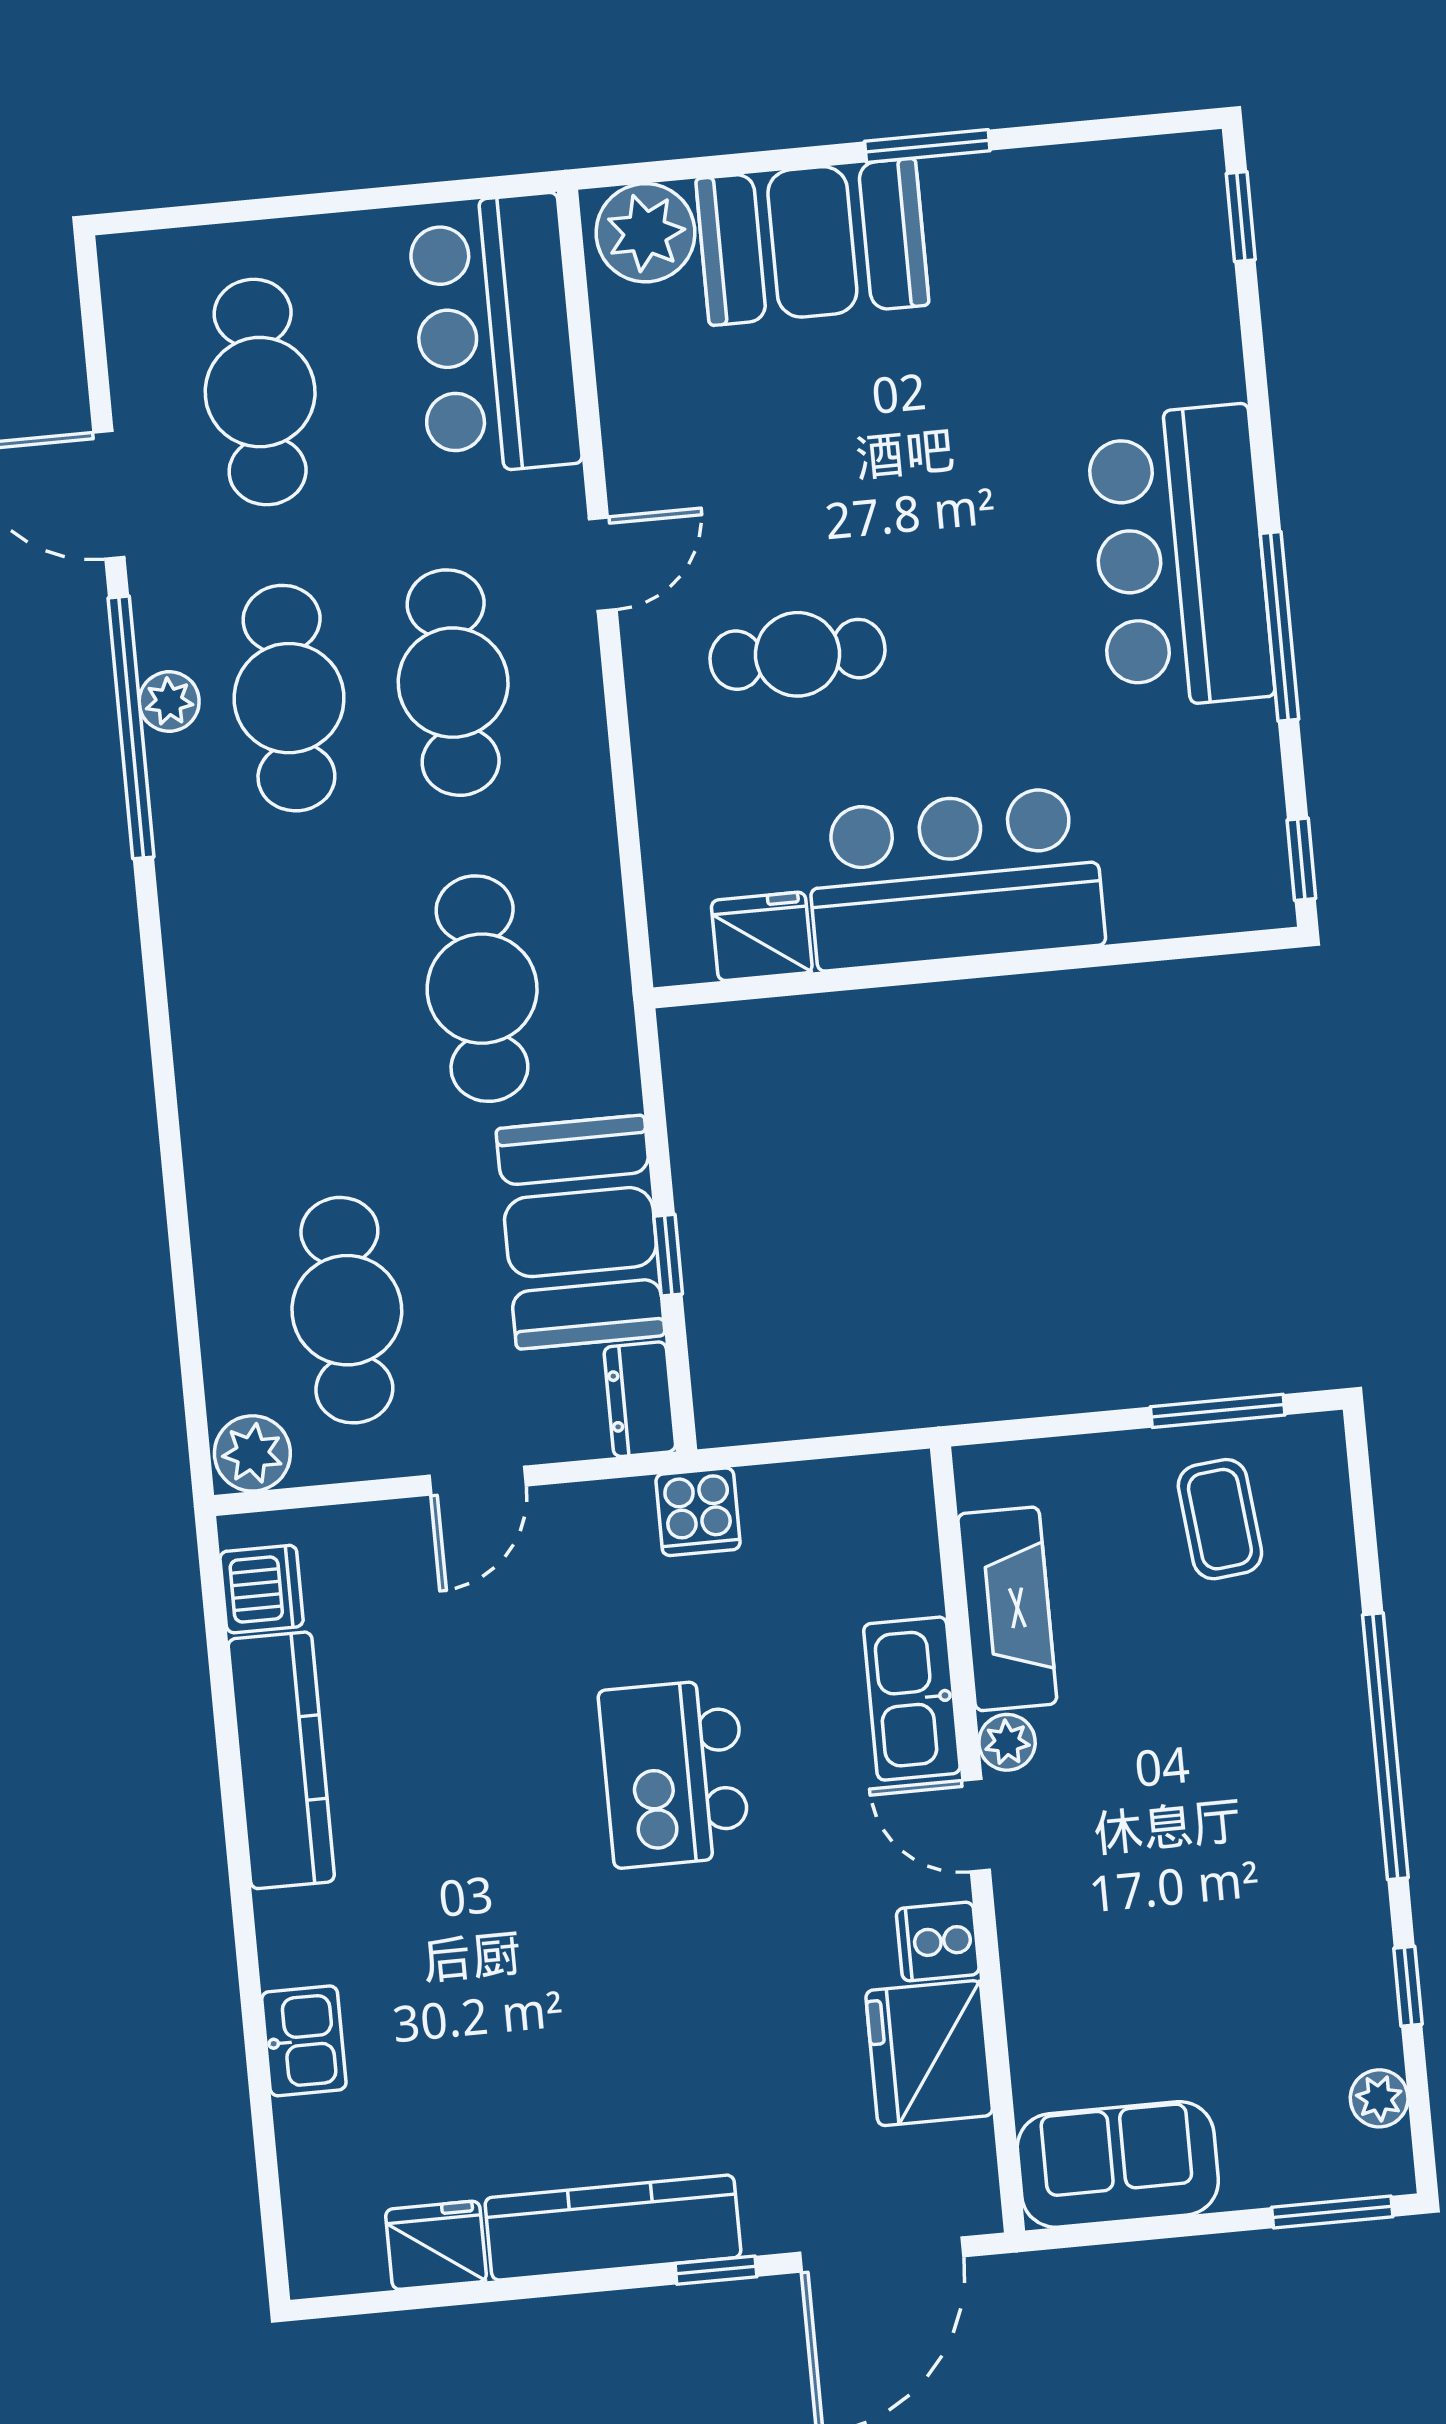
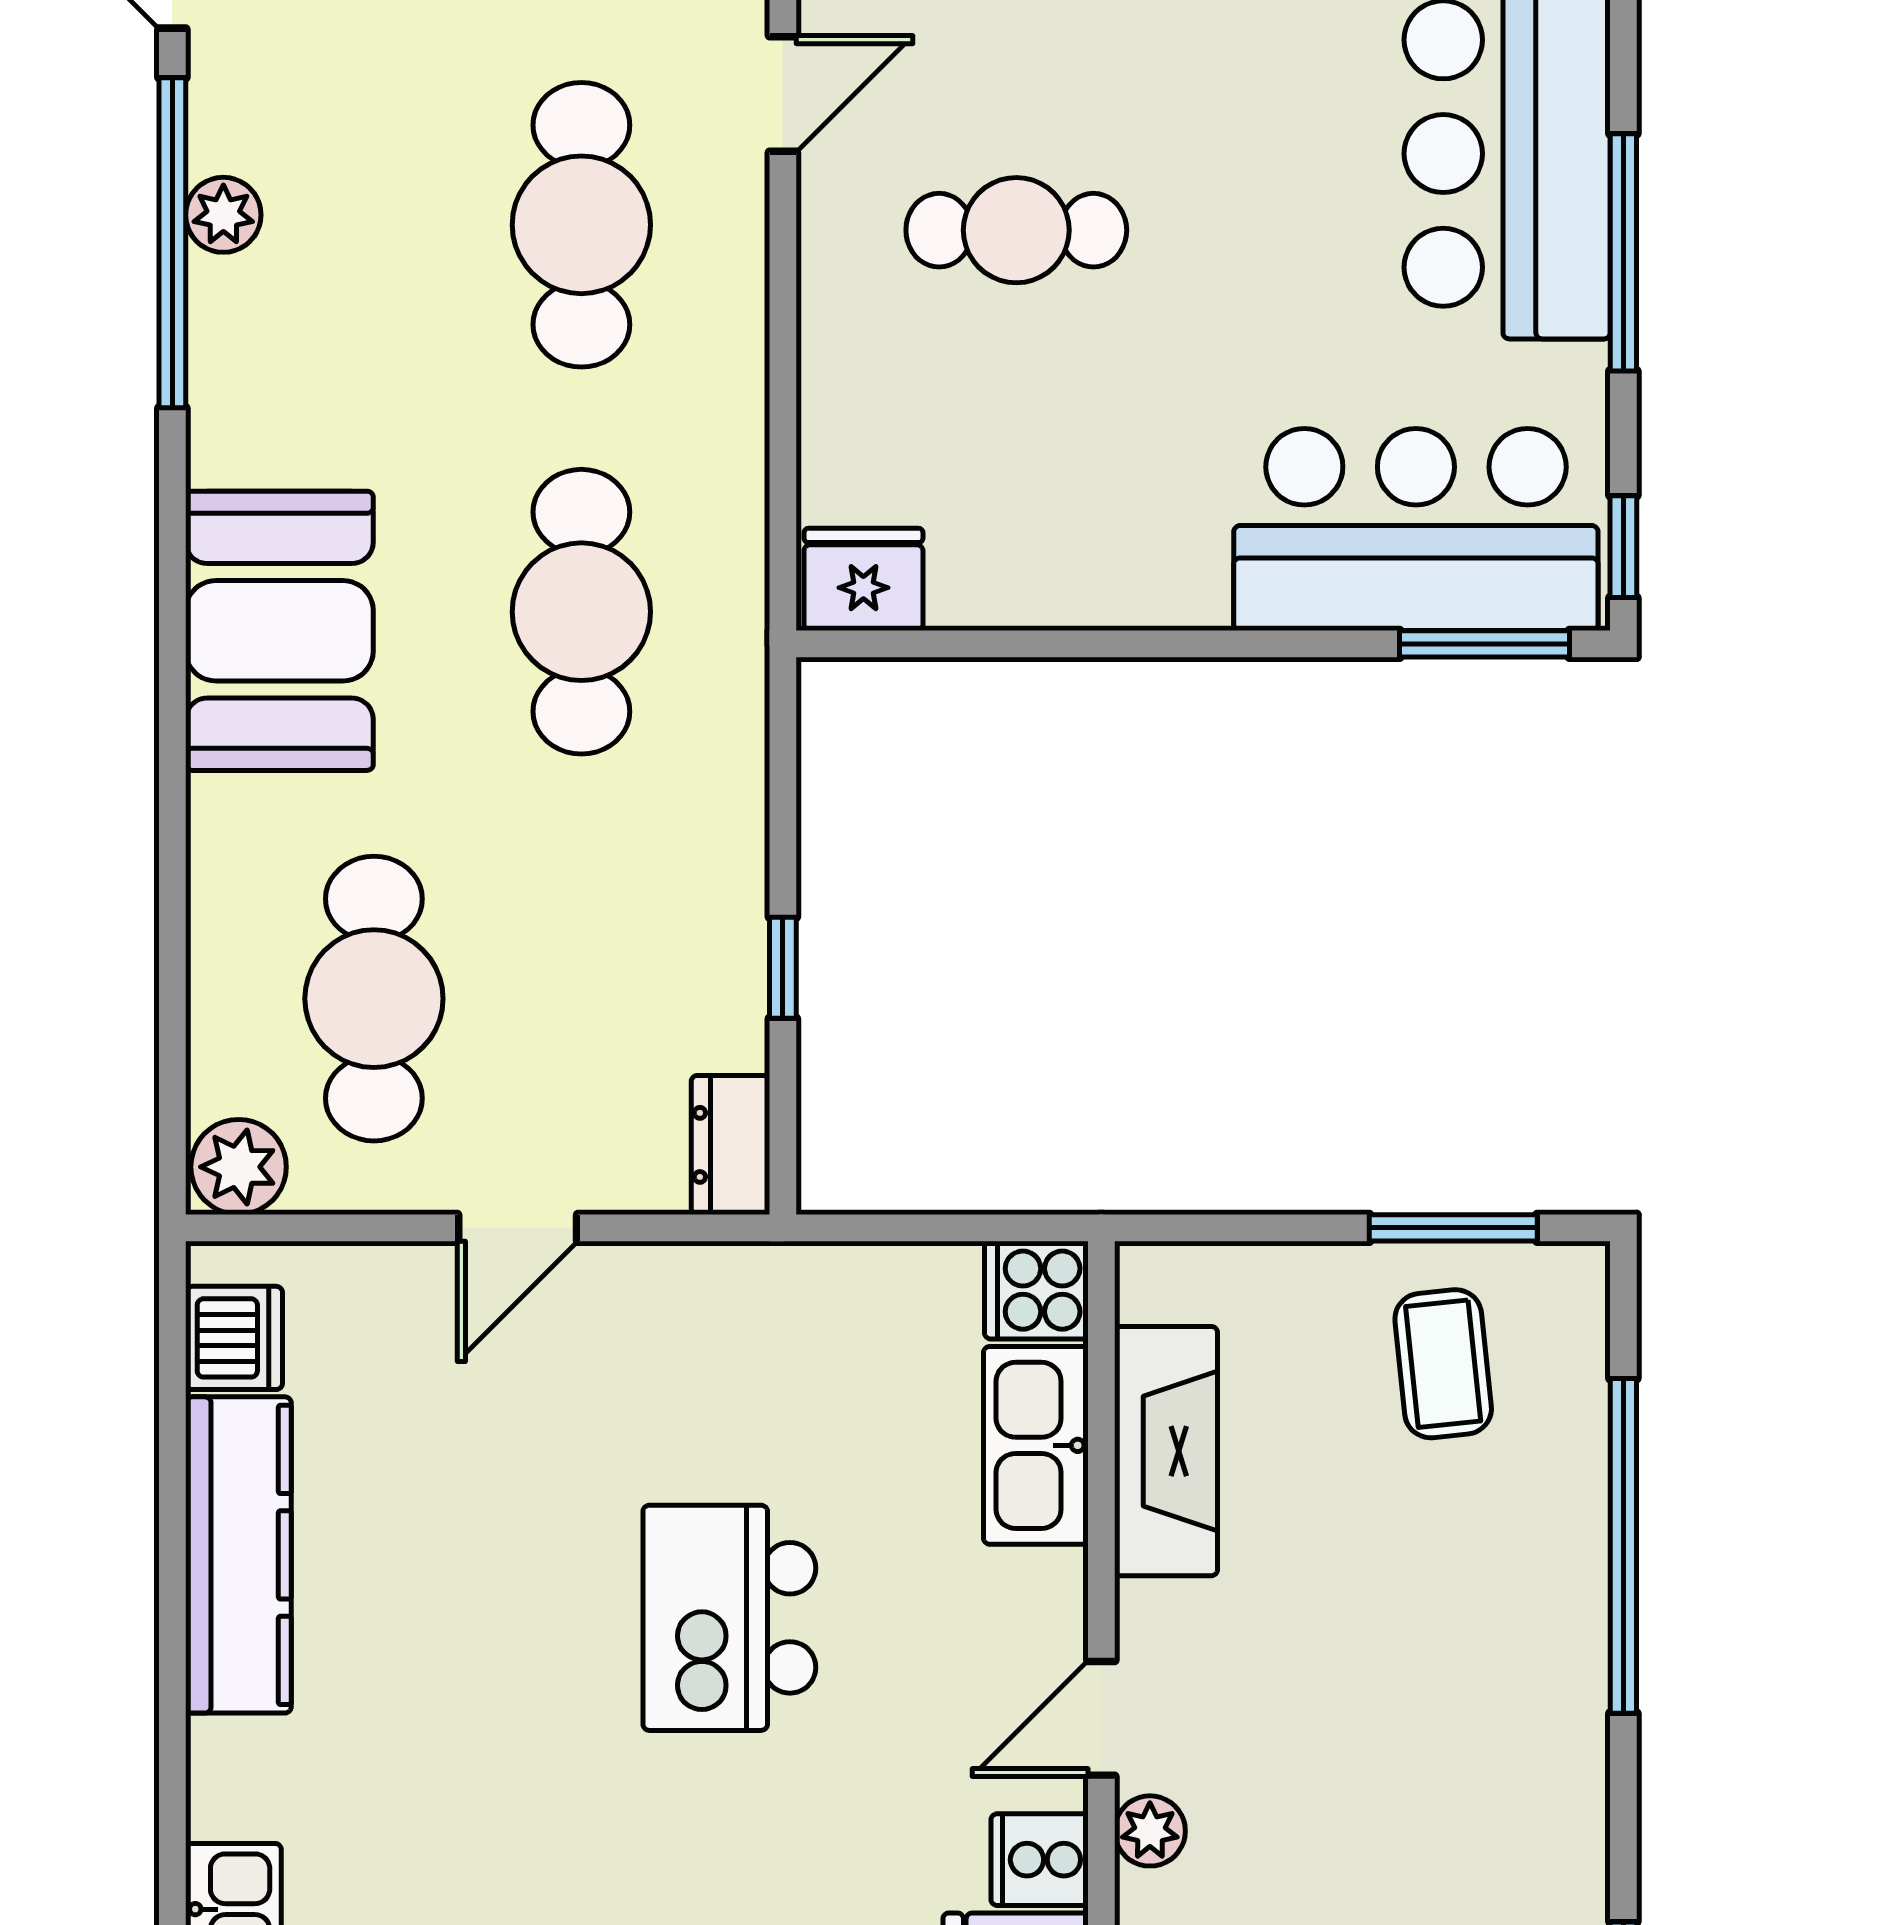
cafe table: (289, 698) -> (374, 225), removed
bar counter: (955, 878) -> (1416, 529), moved
fridge: (762, 936) -> (863, 579), moved
window: (1199, 947) -> (1485, 644), added
booth: (580, 1232) -> (279, 631), moved
cooker: (698, 1512) -> (1036, 1290), moved, turned 90
kitchen sink: (912, 1699) -> (1036, 1445), moved
plant: (1007, 1742) -> (1150, 1831), moved
window: (1385, 1746) -> (1623, 1546), moved
door: (976, 1825) -> (1101, 1718), hinge flipped

